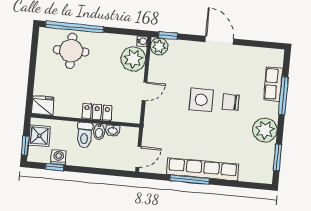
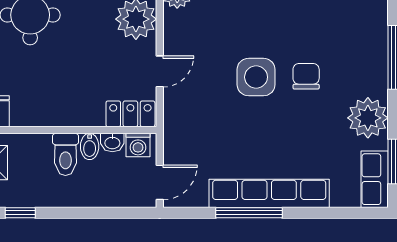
row of seats: (273, 84) -> (375, 179), moved
chair: (231, 102) -> (306, 76), turned 90
locker: (97, 112) -> (130, 114), moved
washing machine: (59, 157) -> (138, 145), moved, turned 180

